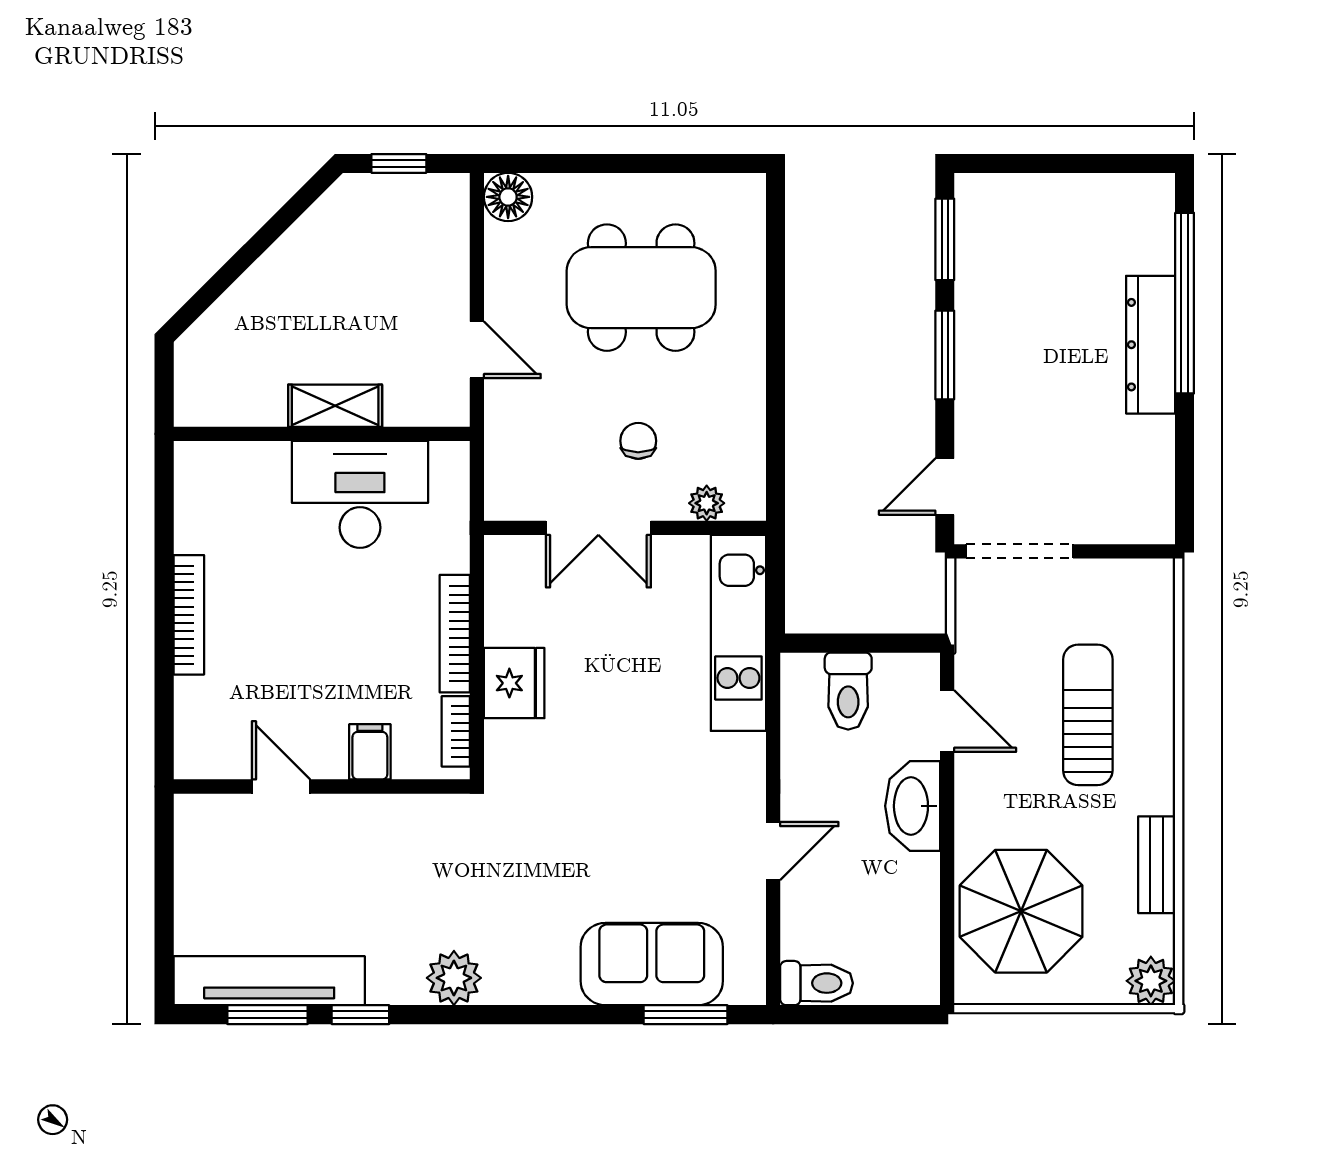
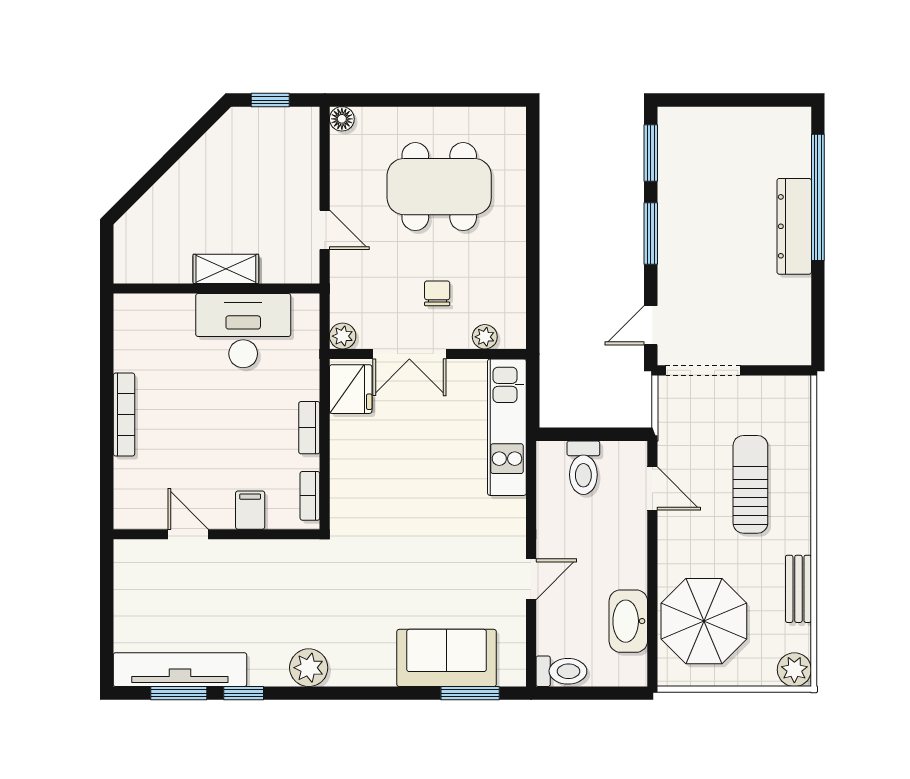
floor lamp: (508, 197) -> (342, 119), width x0.73, depth x0.73
plant: (503, 502) -> (343, 336), added
bookcase: (455, 634) -> (309, 428), width x0.64
fridge: (514, 683) -> (351, 389), moved
washbasin: (913, 806) -> (628, 621), moved

